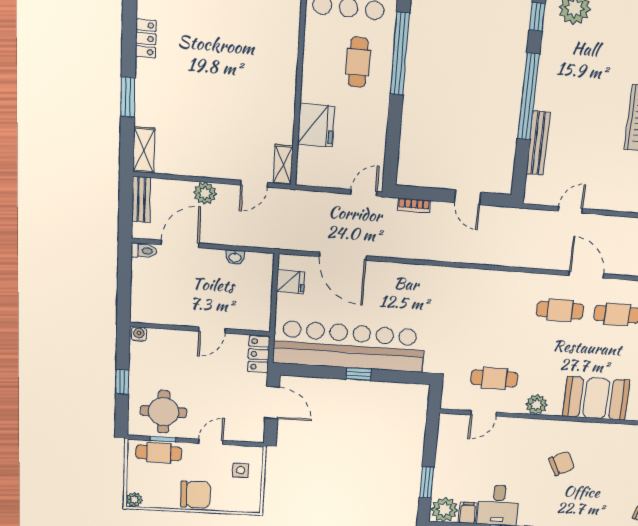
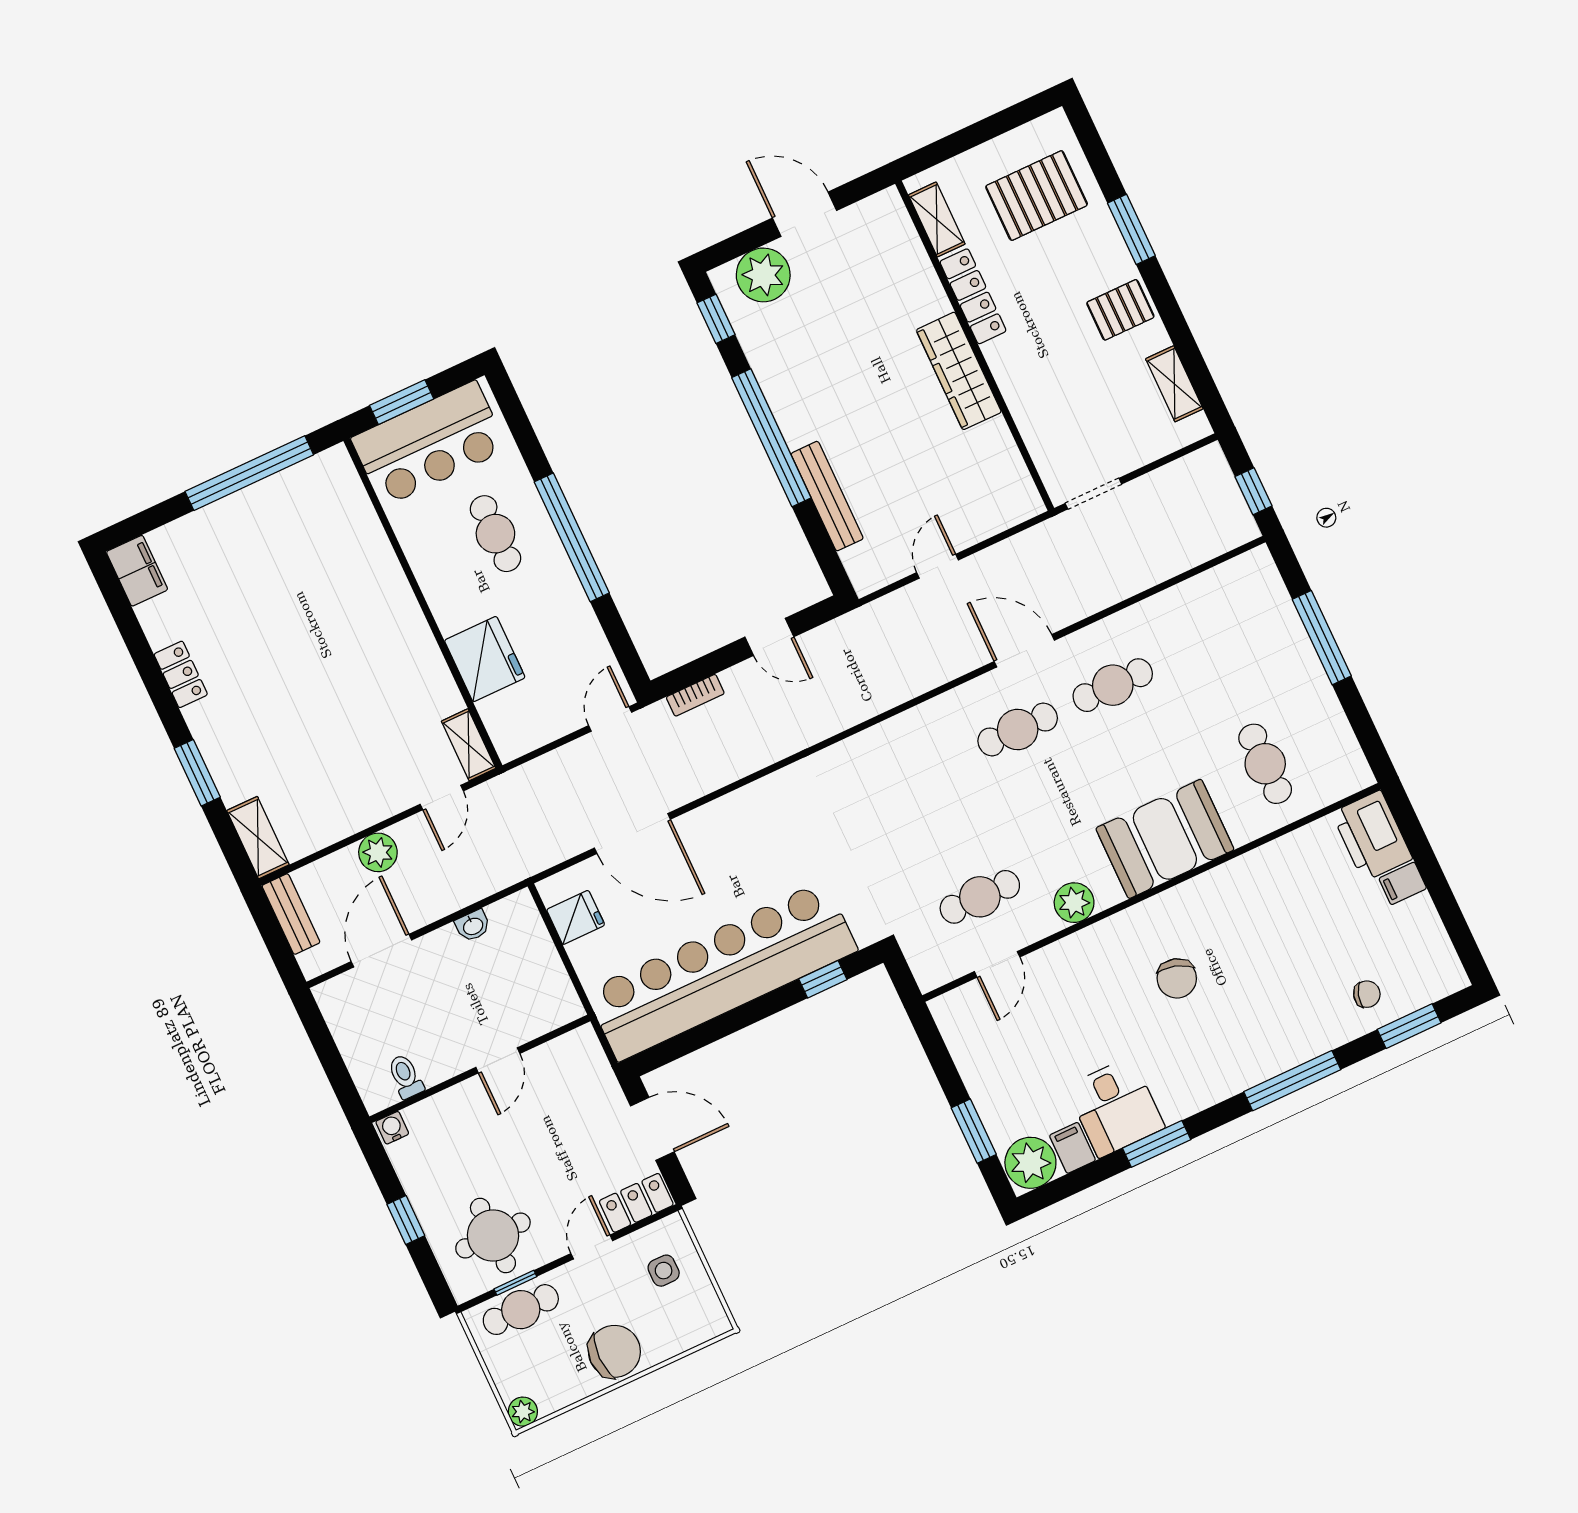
window: (400, 54) -> (572, 537), moved
toilet: (144, 251) -> (406, 1076), moved, turned -90
locker: (259, 354) -> (636, 1203), moved, turned 90
window: (358, 374) -> (823, 979), moved
chair: (562, 463) -> (1177, 978), turned 133

